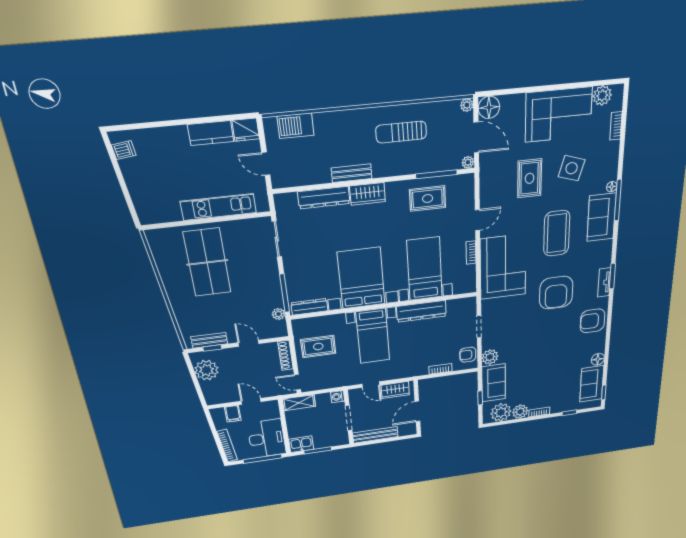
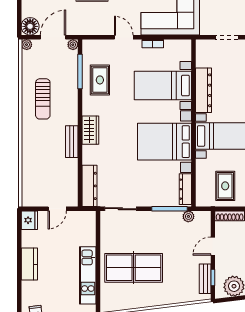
barbecue: (296, 126) -> (30, 182), removed
kitchen counter: (211, 133) -> (29, 264), moved
dresser: (324, 198) -> (90, 186), moved
kitchen unit: (218, 207) -> (88, 275), moved

